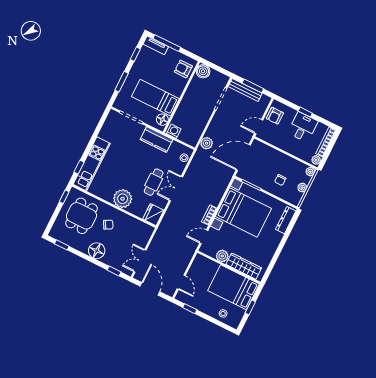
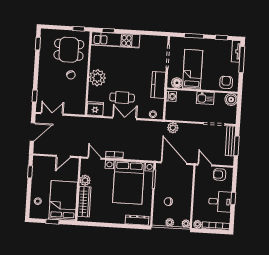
kitchen sink: (190, 97) -> (205, 98), added
floor lamp: (97, 251) -> (45, 75), removed
door: (181, 282) -> (63, 156), moved

